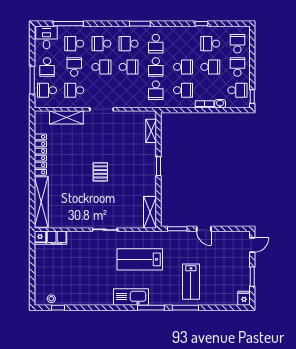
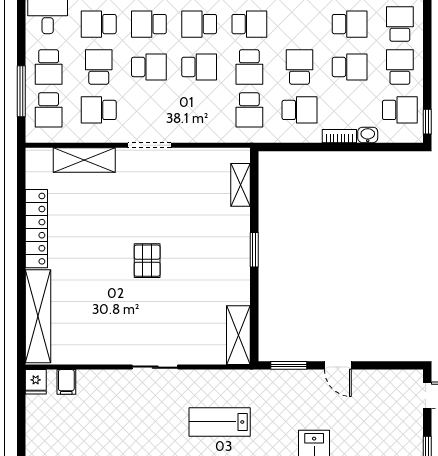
school desk: (156, 44) -> (249, 24), turned -90
school desk: (210, 44) -> (350, 24), turned 180
school desk: (183, 67) -> (299, 67), turned -90
school desk: (47, 90) -> (49, 110), turned -90
filing cabinet: (57, 238) -> (66, 382), width x0.50
lab bench: (140, 259) -> (220, 422), width x0.73, depth x0.72

